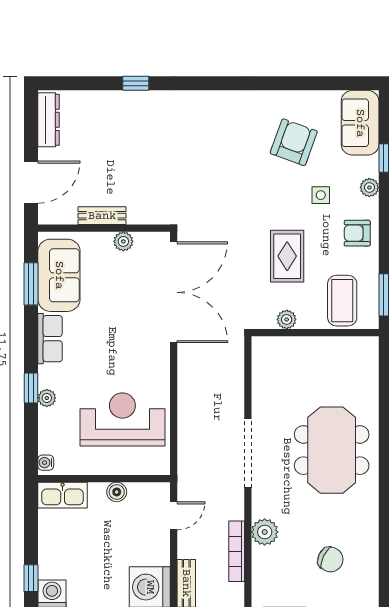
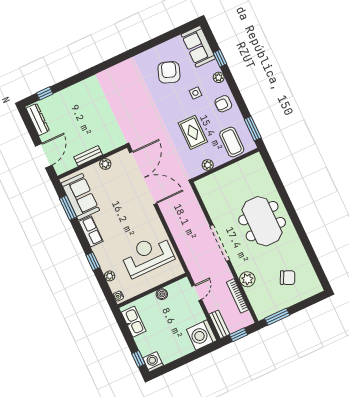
window: (136, 83) -> (45, 93), moved
plant: (47, 398) -> (110, 276), moved
kitchen sink: (63, 495) -> (134, 322), moved, turned -90

